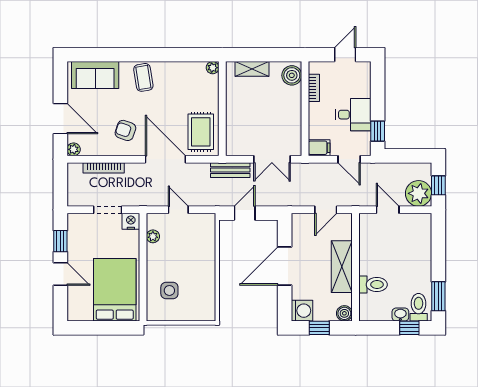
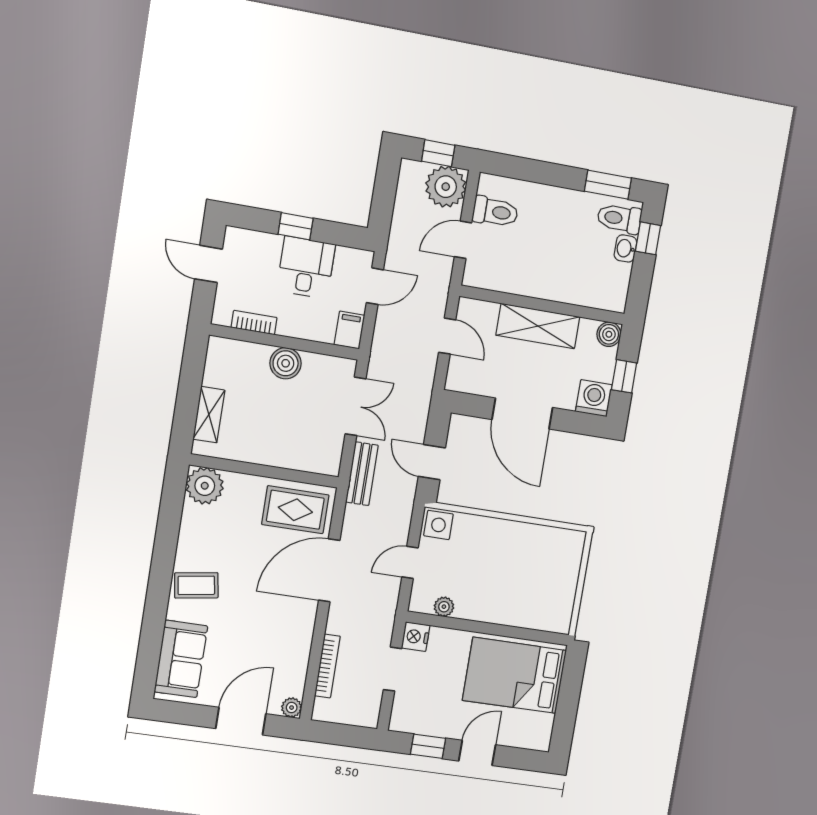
plant: (213, 68) -> (205, 486), width x1.88, depth x1.88
boiler: (292, 75) -> (286, 363), moved
armchair: (125, 130) -> (275, 625), removed
window: (378, 131) -> (296, 226), moved
toilet: (373, 285) -> (495, 212), moved, turned 90
side table: (169, 290) -> (438, 525), moved

